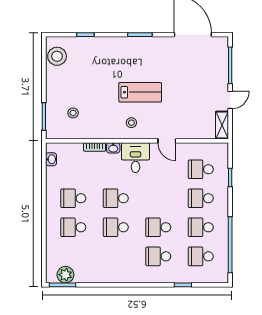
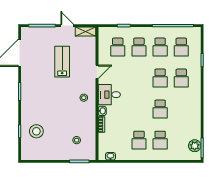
stool: (57, 56) -> (36, 131), moved
lab bench: (140, 92) -> (62, 62), moved
school desk: (116, 198) -> (139, 109), removed

